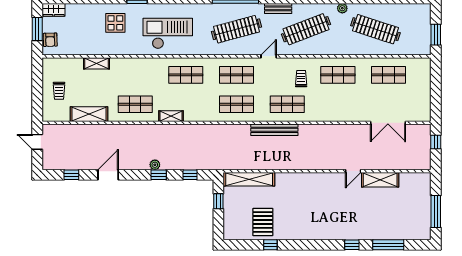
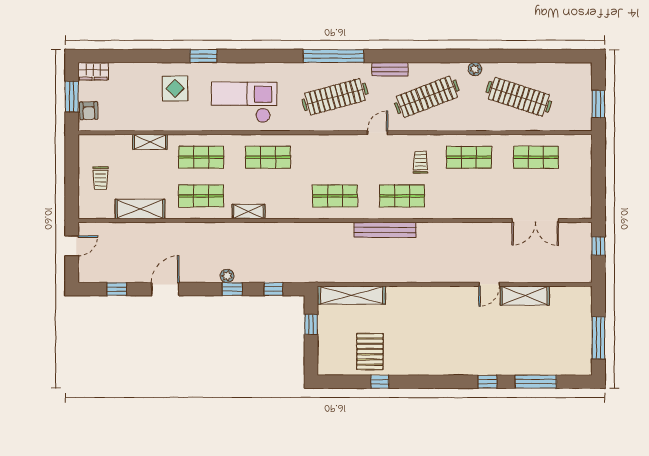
shop shelf: (237, 75) -> (201, 157), moved
door: (37, 142) -> (72, 246), swing flipped

